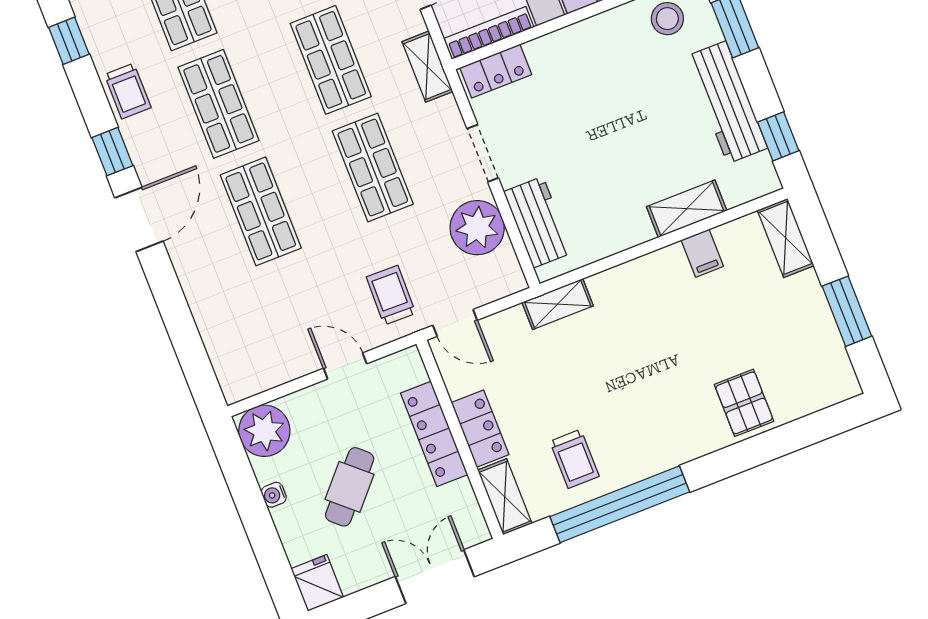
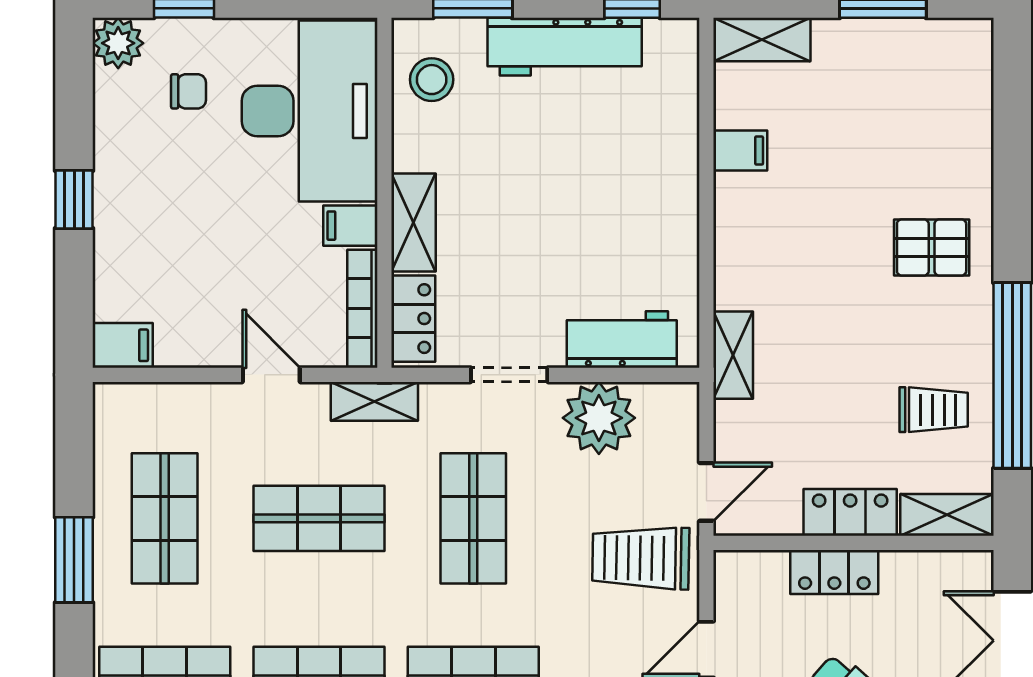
shop shelf: (373, 168) -> (473, 518), turned 90
shelving: (687, 209) -> (414, 222), moved
trolley: (391, 295) -> (641, 558), width x1.36, depth x1.39
pallet: (744, 403) -> (932, 247), moved
locker: (434, 434) -> (834, 572), width x0.66

